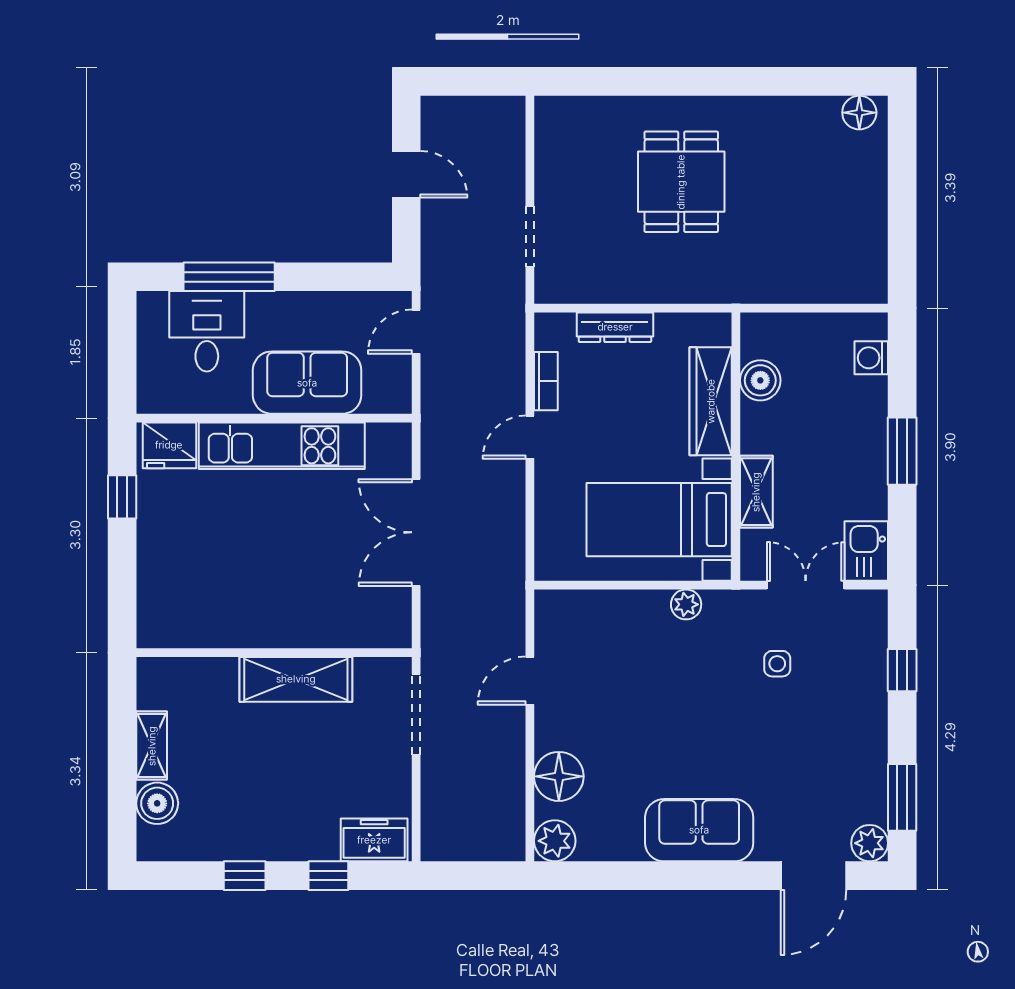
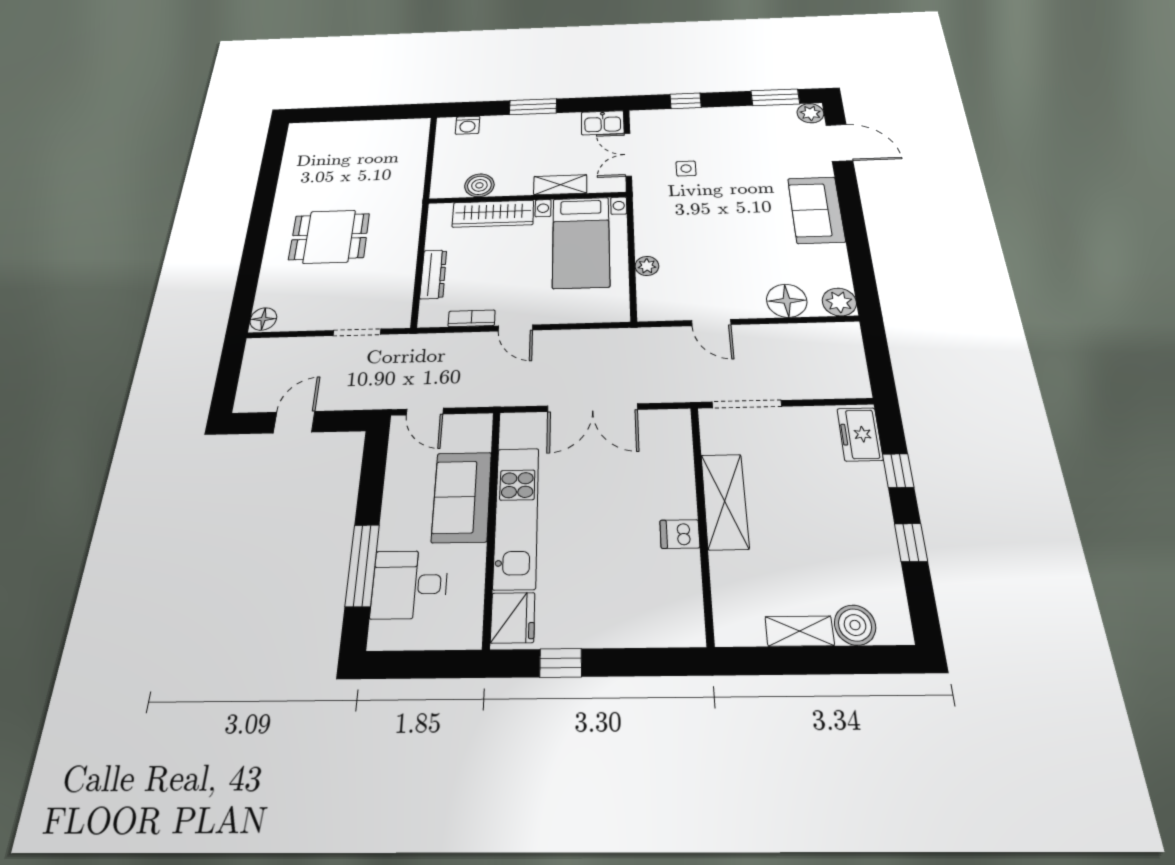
floor lamp: (859, 113) -> (263, 319), moved
plant: (686, 604) -> (647, 266), moved
dishwasher: (259, 627) -> (680, 534), added

